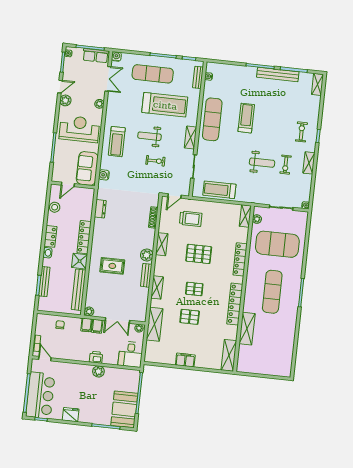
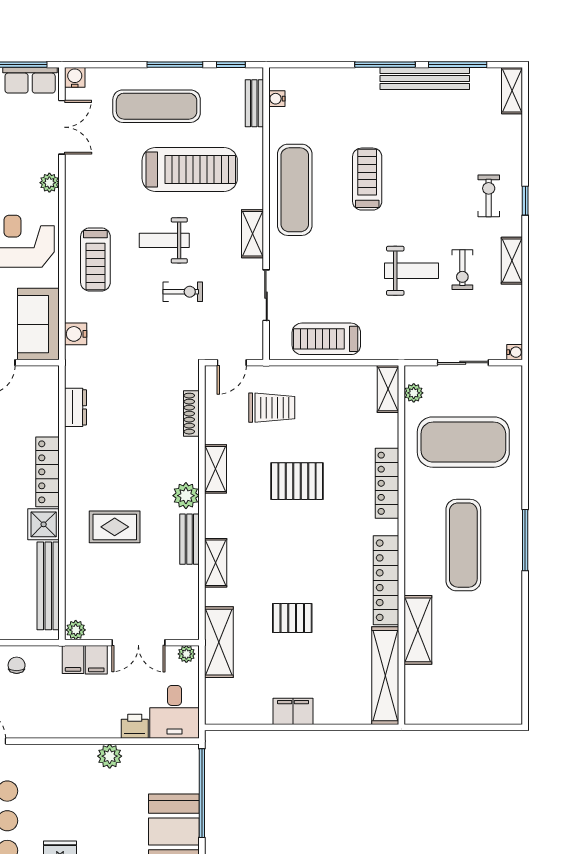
pallet: (194, 289) -> (296, 557), removed
shelving: (229, 355) -> (385, 676), width x1.47
printer: (96, 357) -> (135, 726), moved

